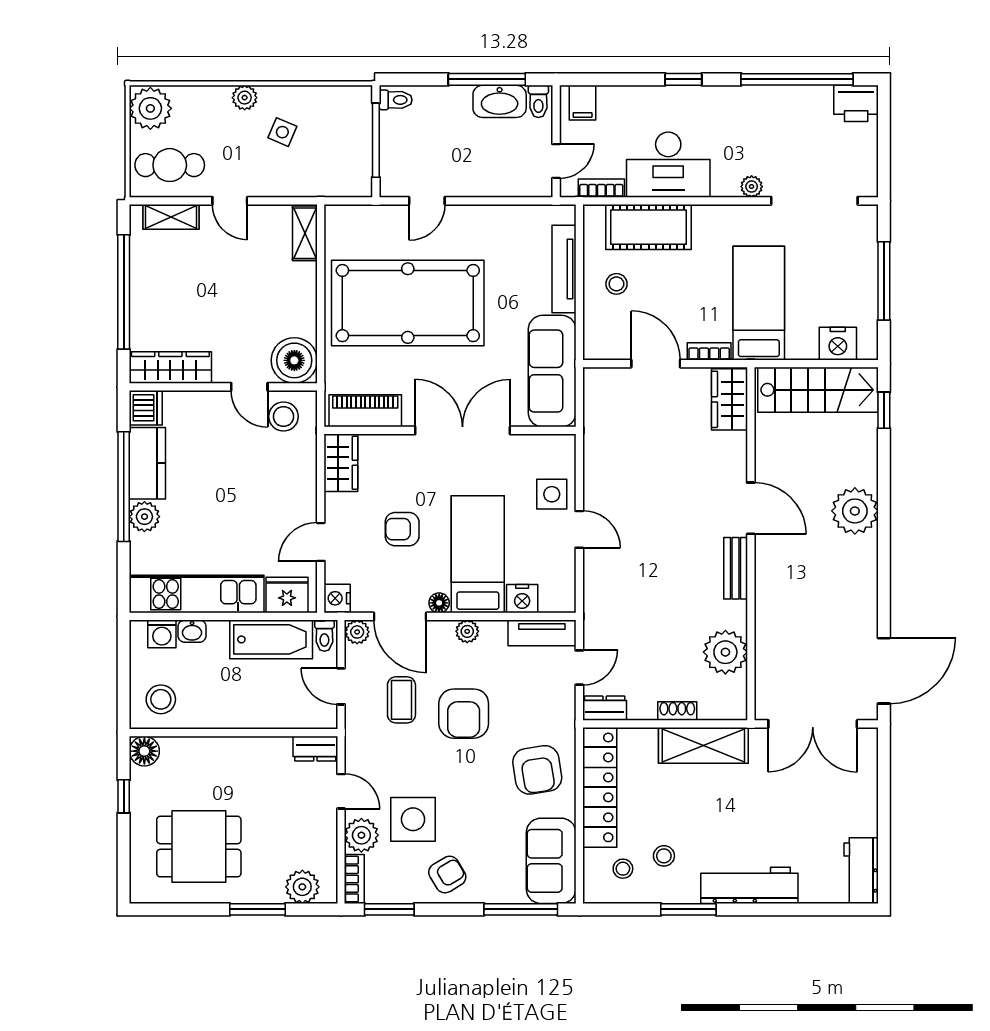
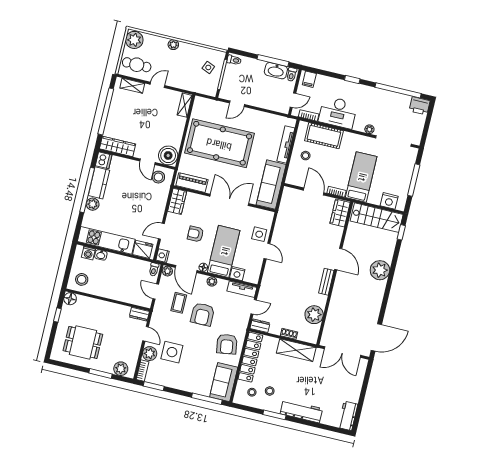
side table: (282, 132) -> (208, 67), moved
door: (230, 201) -> (157, 85), swing flipped
bathtub: (271, 639) -> (132, 266), removed
armchair: (447, 875) -> (180, 378), removed

